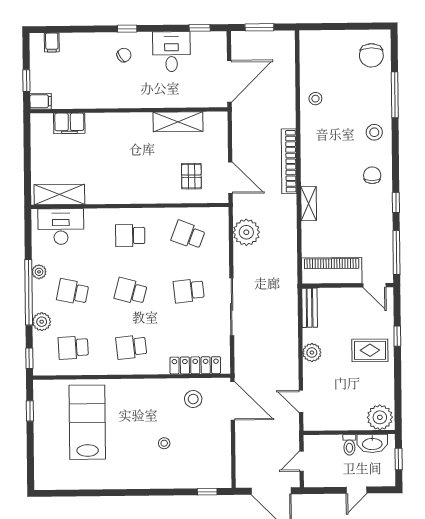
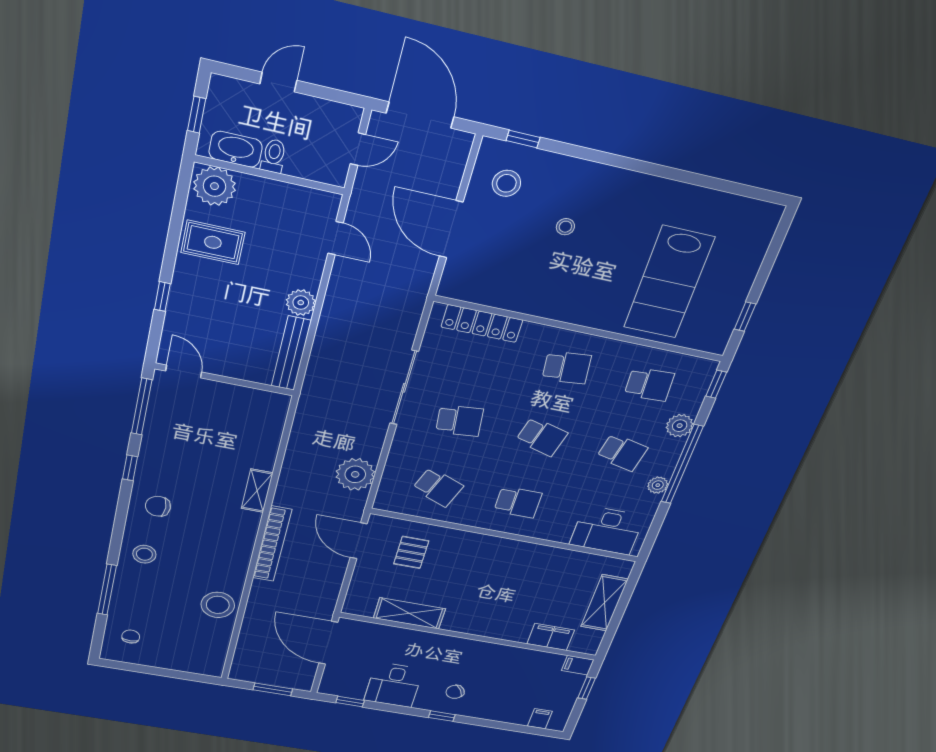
chair: (371, 55) -> (131, 637), width x0.54, depth x0.54
door: (229, 81) -> (328, 643), hinge flipped
stool: (315, 99) -> (218, 605), width x1.89, depth x1.89
chair: (372, 175) -> (158, 506), turned 90
shelving: (59, 195) -> (604, 603), moved, turned 90
piano: (332, 271) -> (244, 403), removed
bench: (310, 308) -> (291, 353), width x1.36
rug: (370, 350) -> (213, 242), moved
stool: (193, 399) -> (506, 183), moved
door: (233, 401) -> (451, 229), moved

